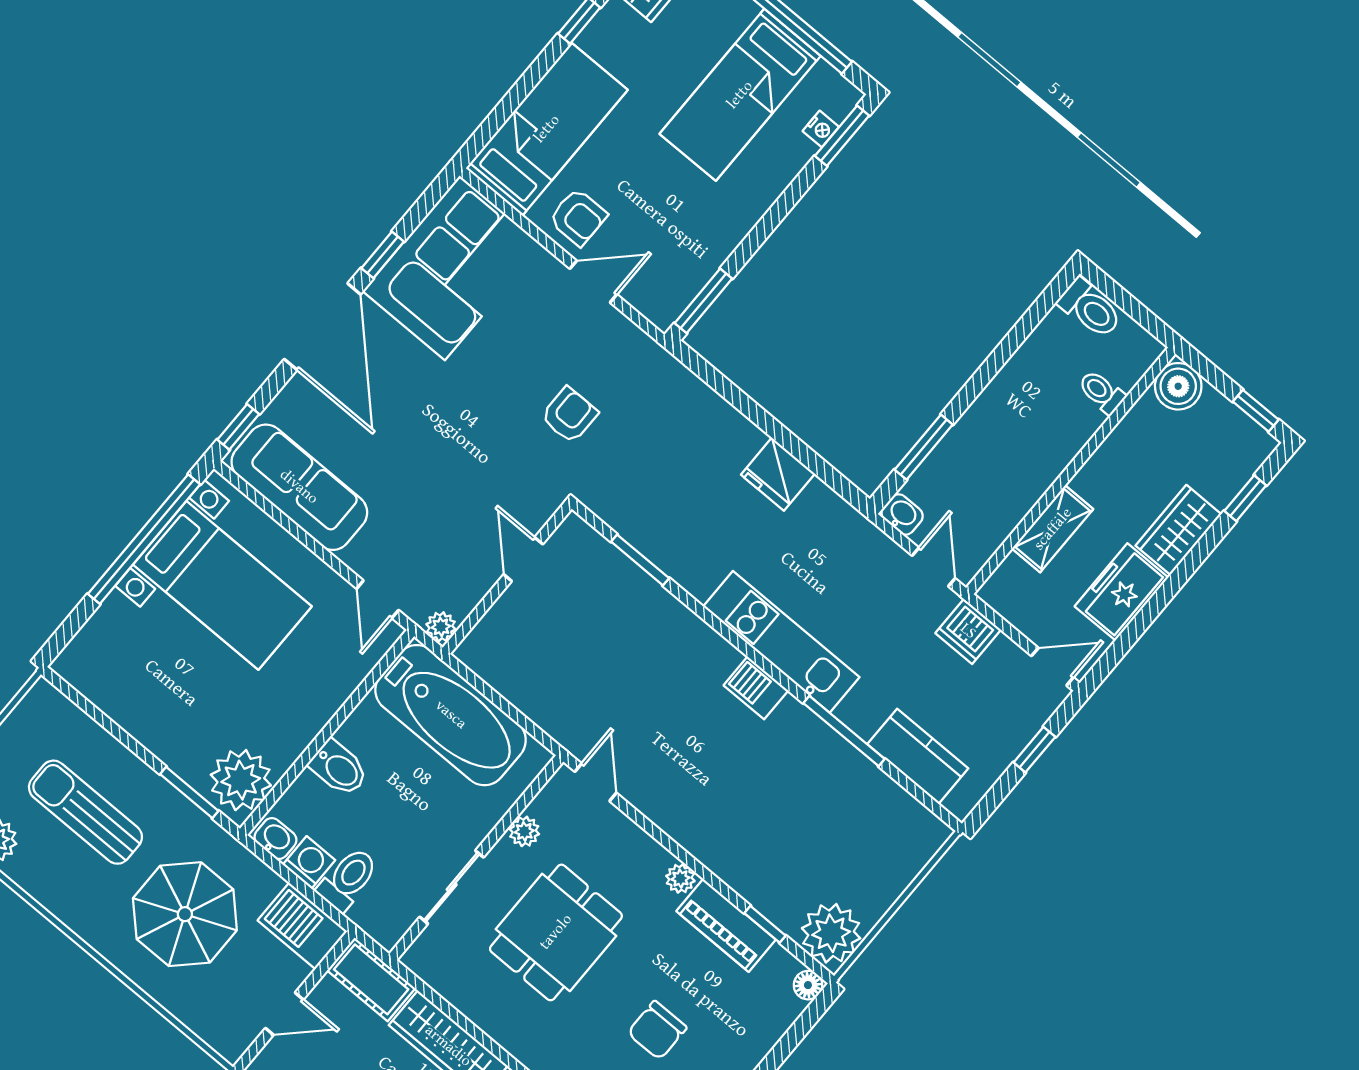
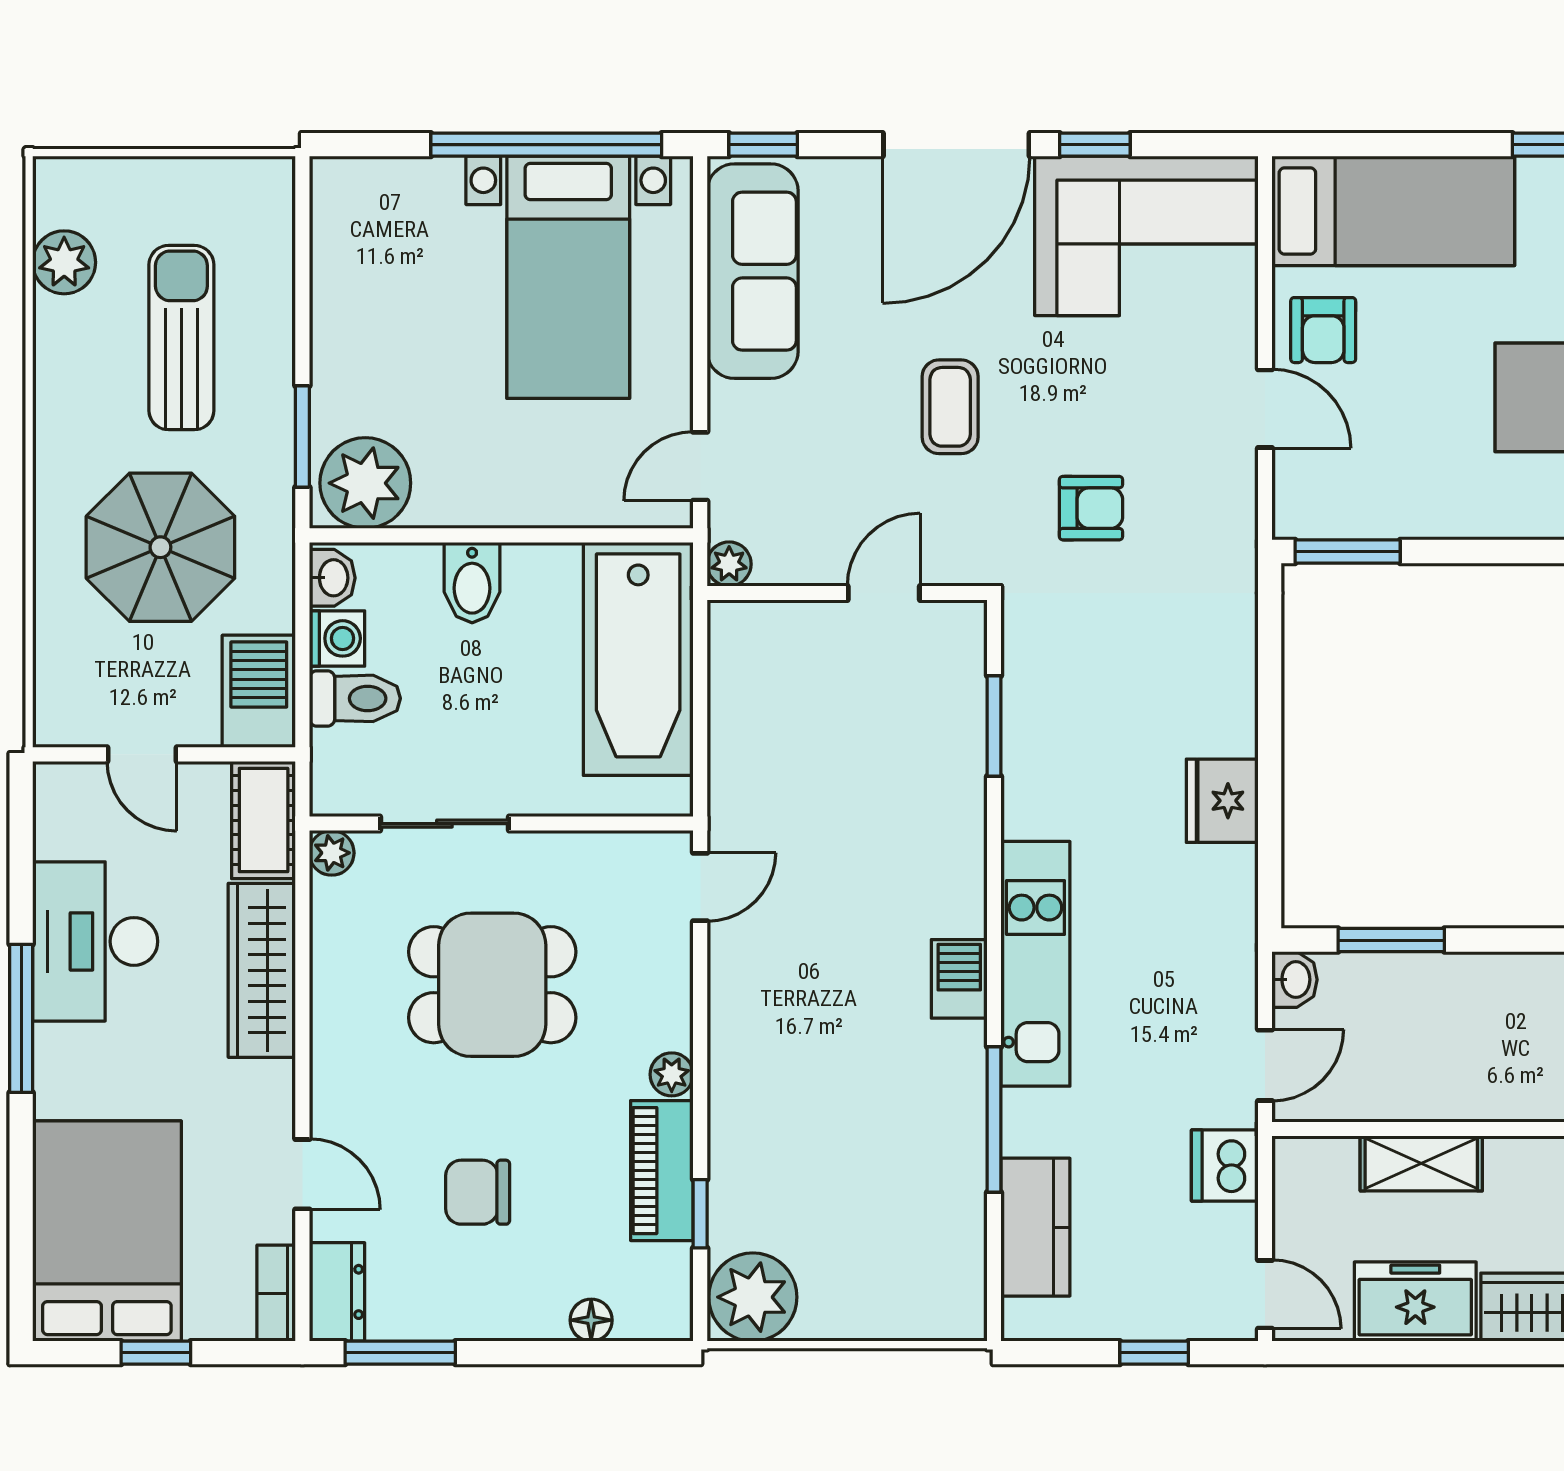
coffee table: (456, 444) -> (950, 407), added
plant: (524, 831) -> (332, 853), moved
floor lamp: (808, 985) -> (591, 1320), moved

